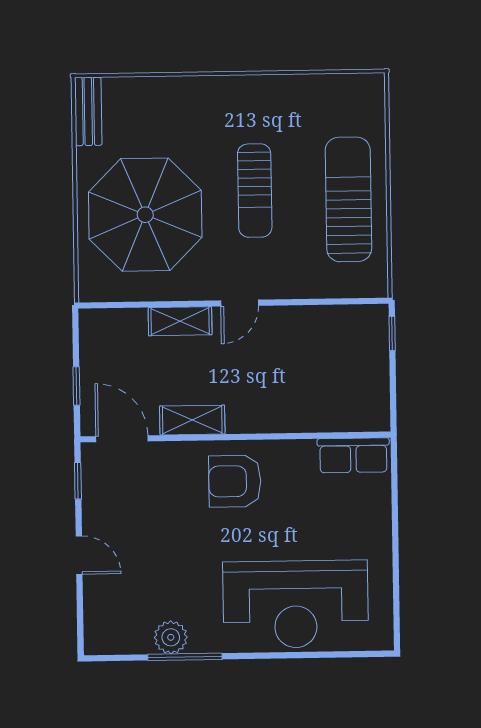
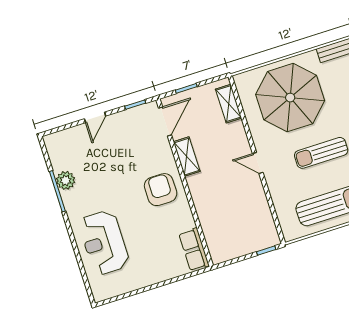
shelving: (180, 321) -> (229, 104), moved
reception desk: (296, 604) -> (104, 243), width x0.74, depth x0.77

